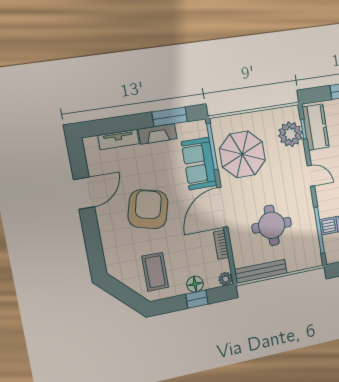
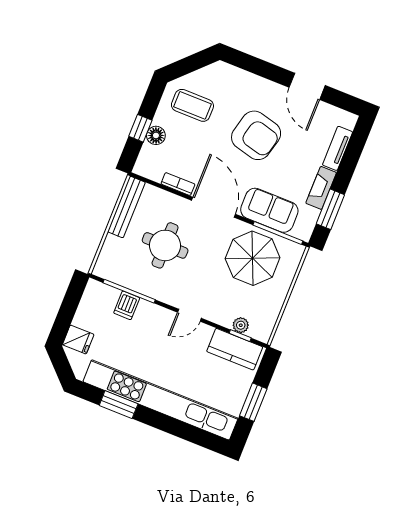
plant: (290, 134) -> (241, 325), width x0.53, depth x0.53
plant: (226, 279) -> (142, 168), removed

